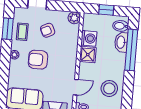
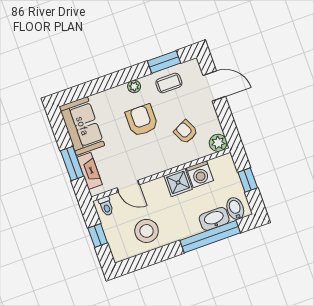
armchair: (48, 30) -> (186, 132), moved

